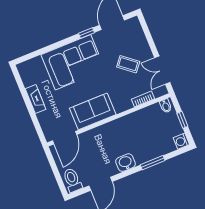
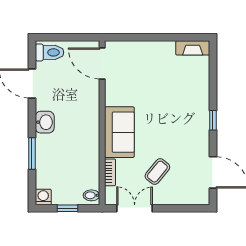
window: (86, 33) -> (213, 120), moved
corner sofa: (73, 62) -> (186, 109), removed
fireplace: (36, 99) -> (193, 48), moved
sofa: (93, 111) -> (119, 132), moved

